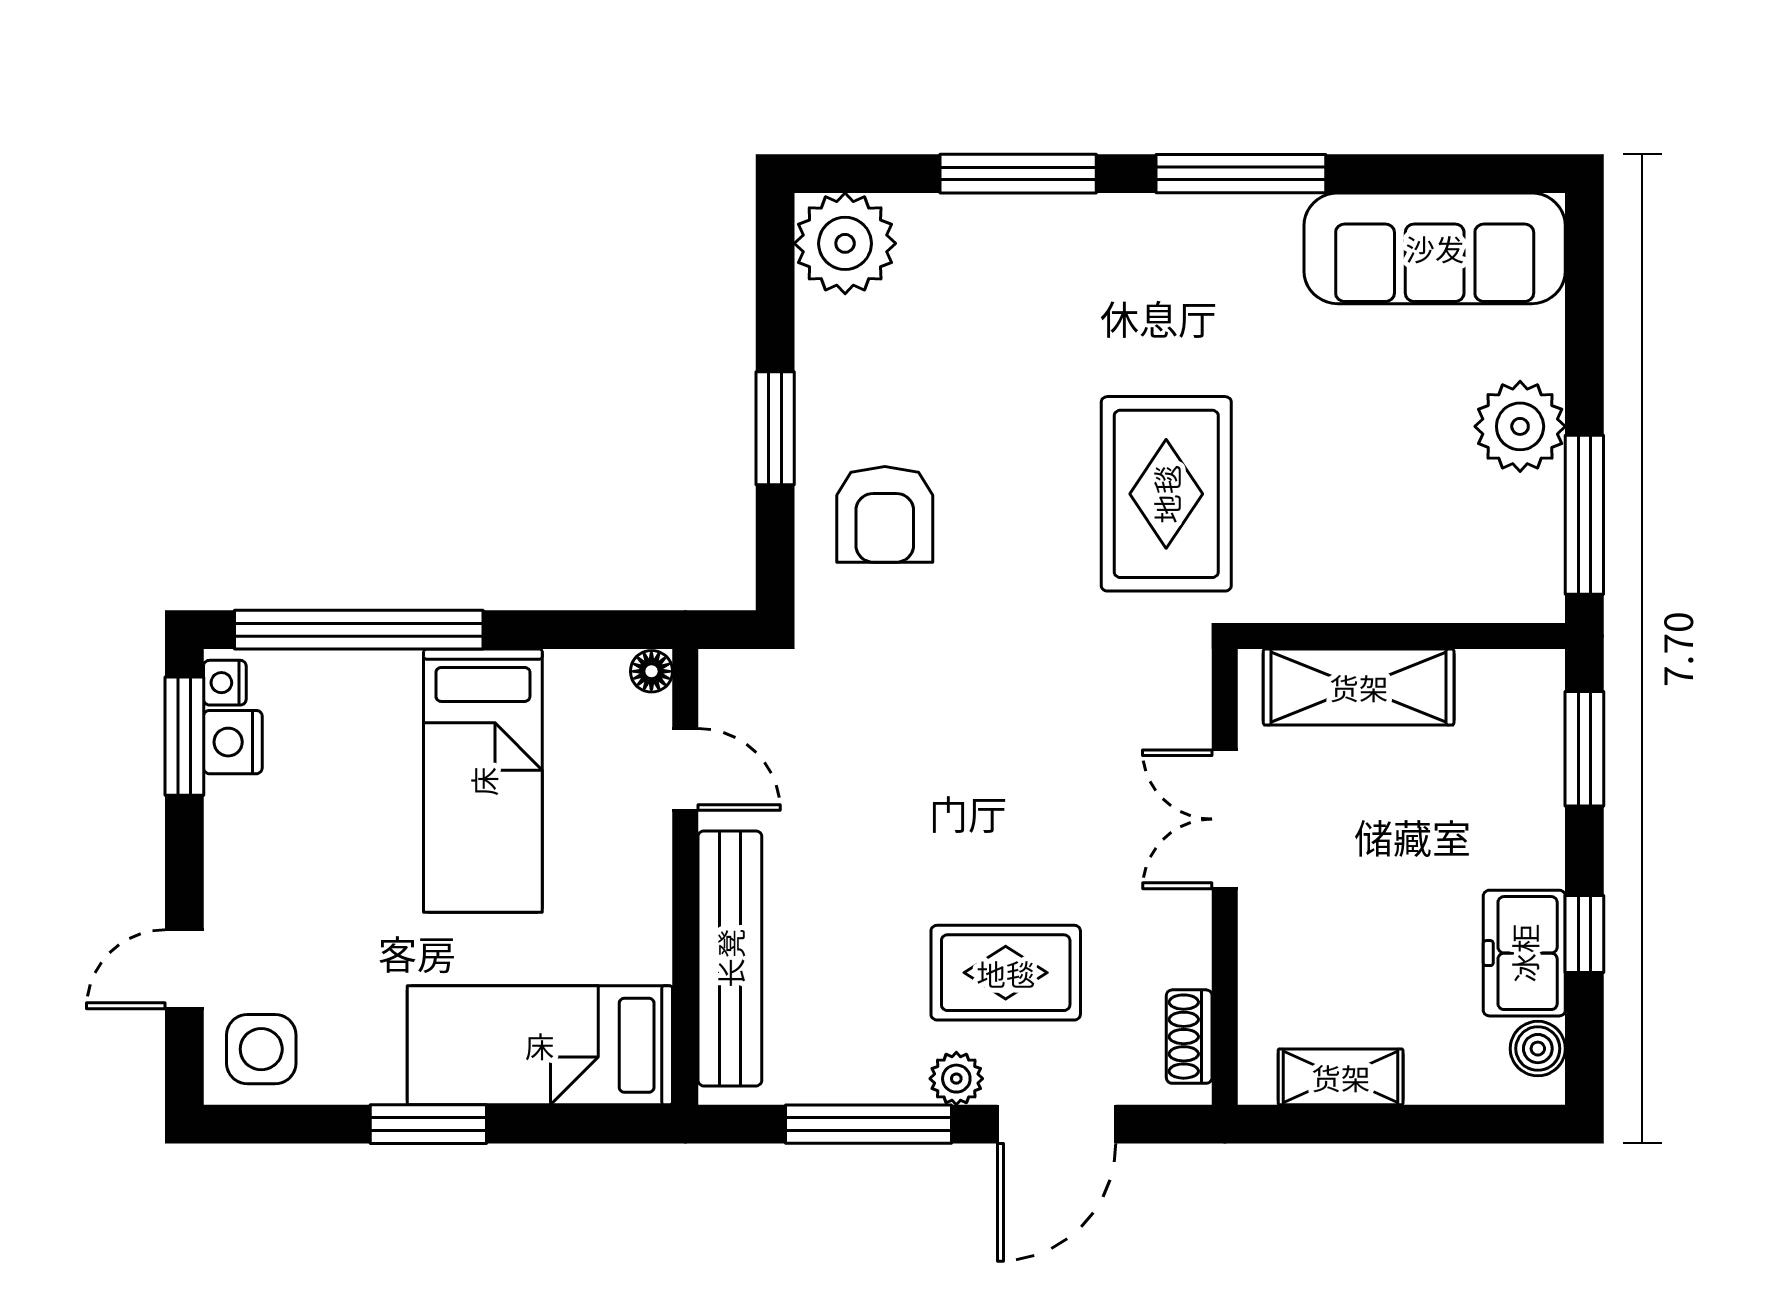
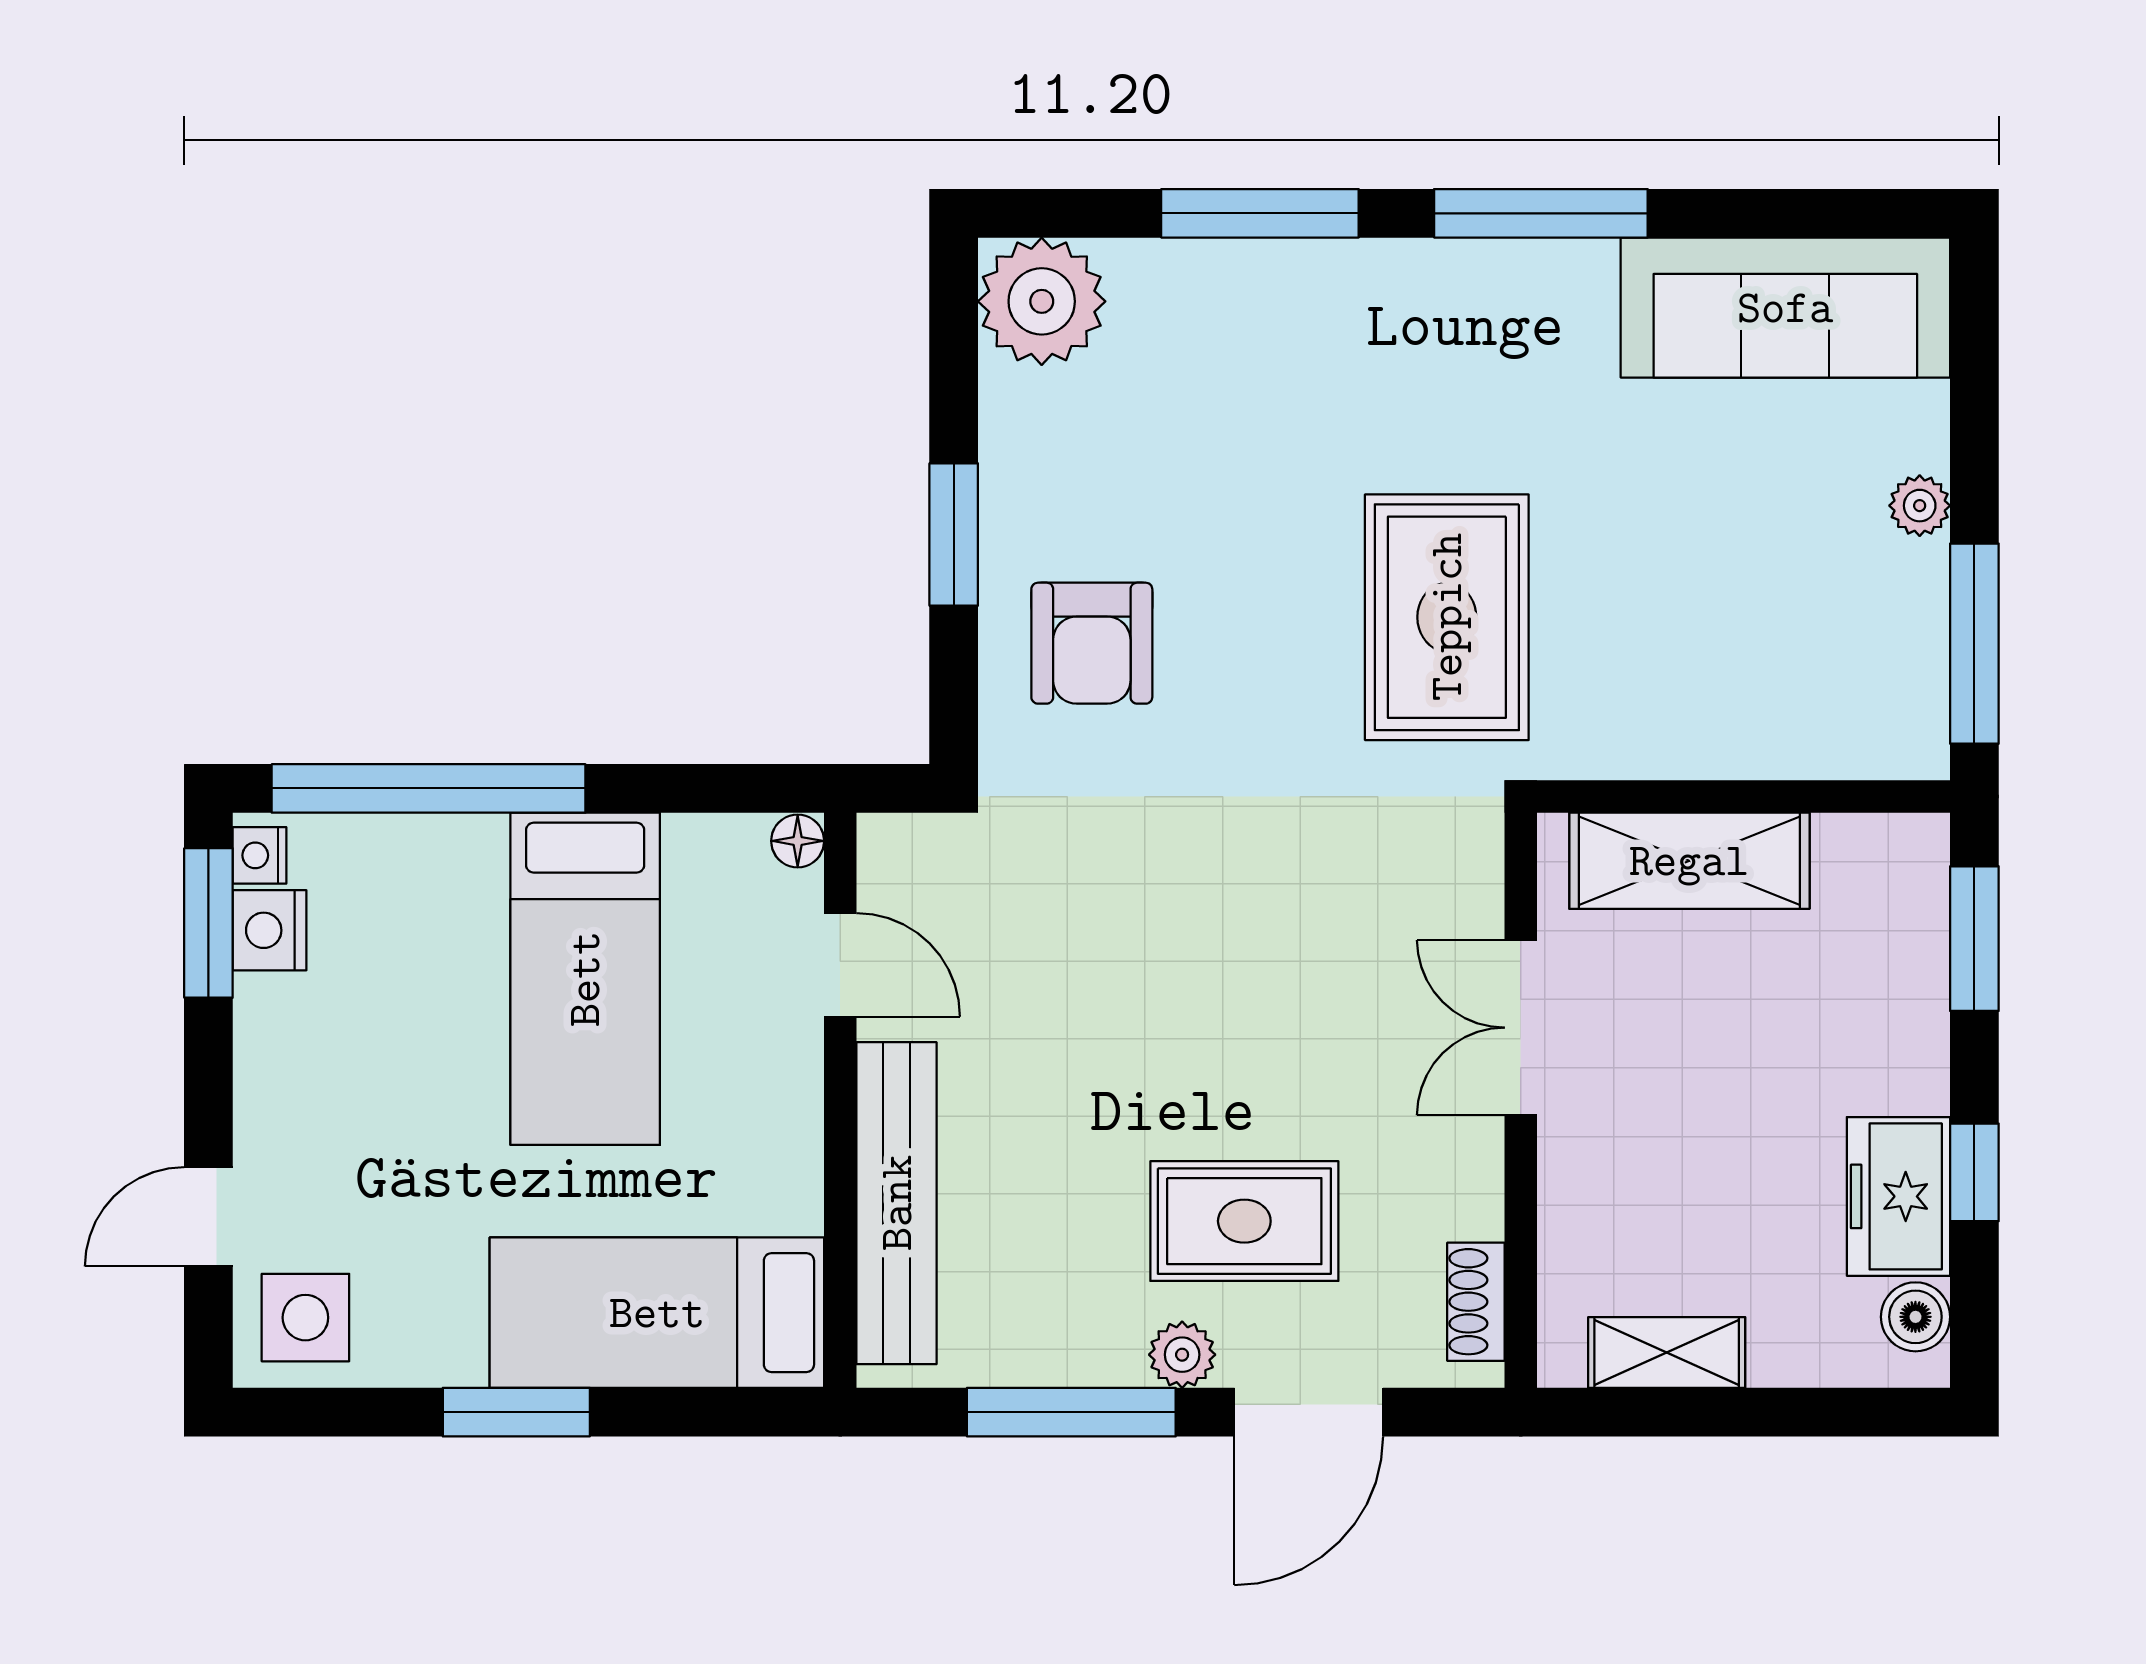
plant: (1520, 426) -> (1920, 506), width x0.53, depth x0.53

